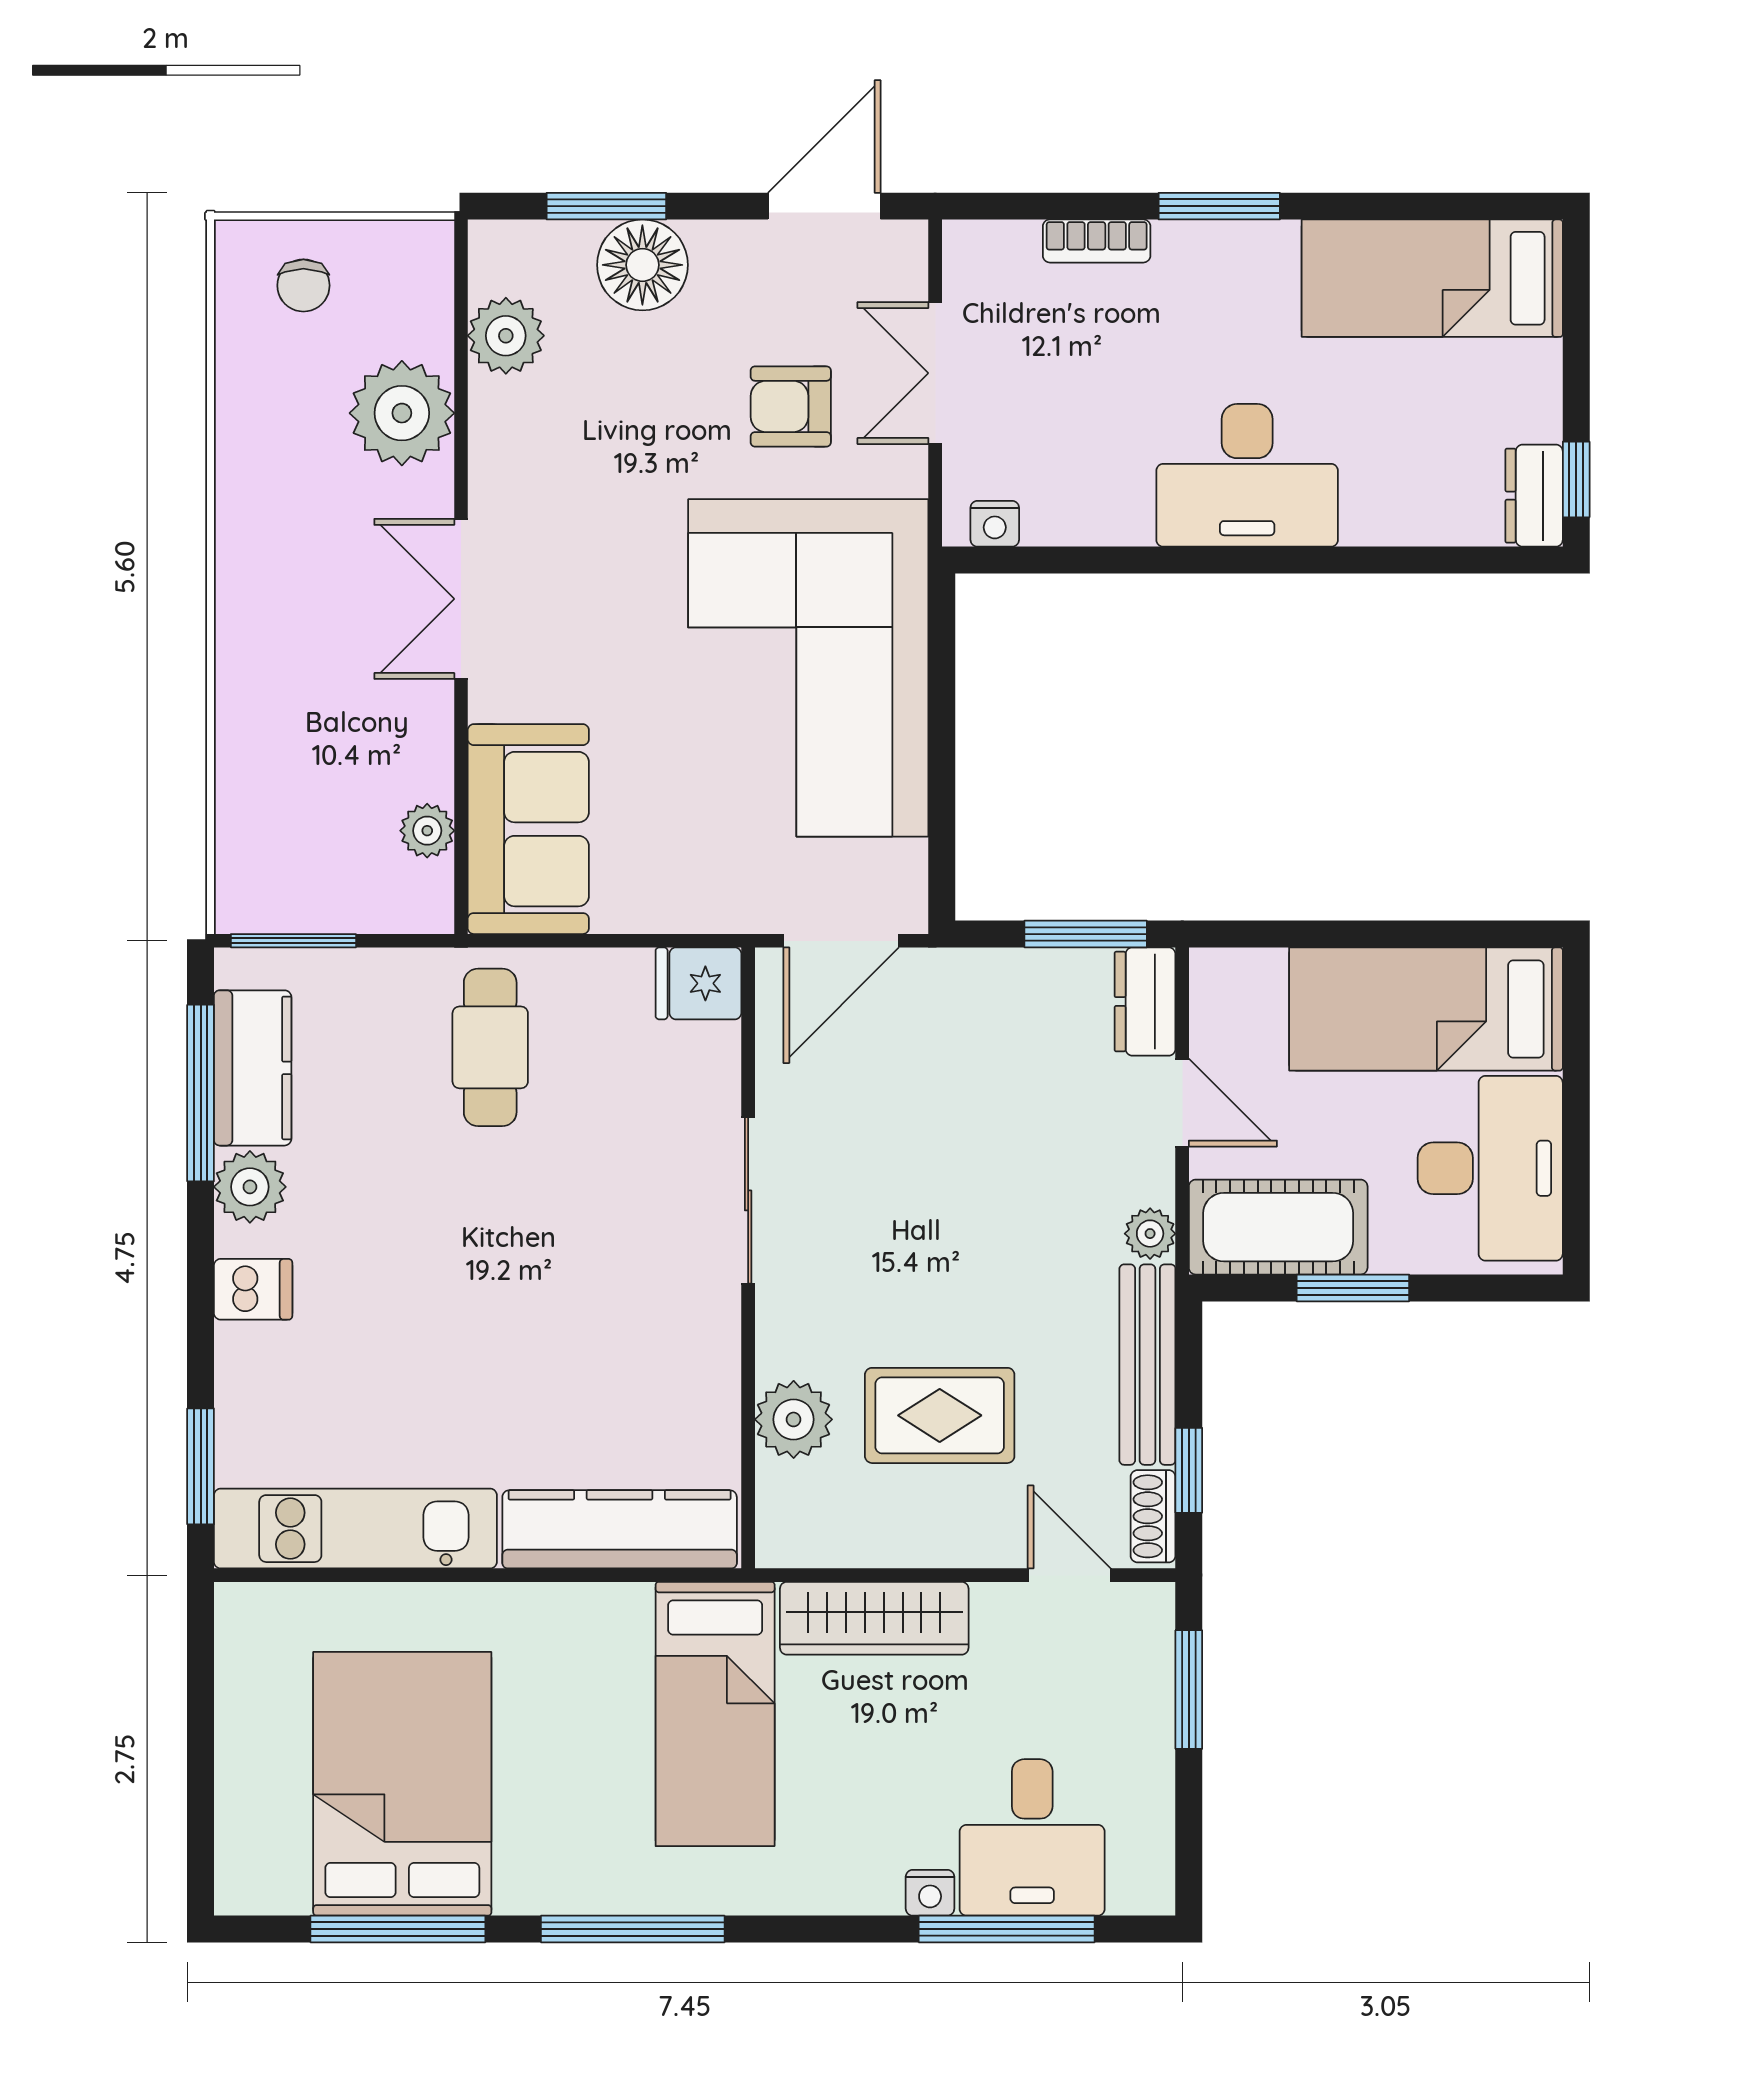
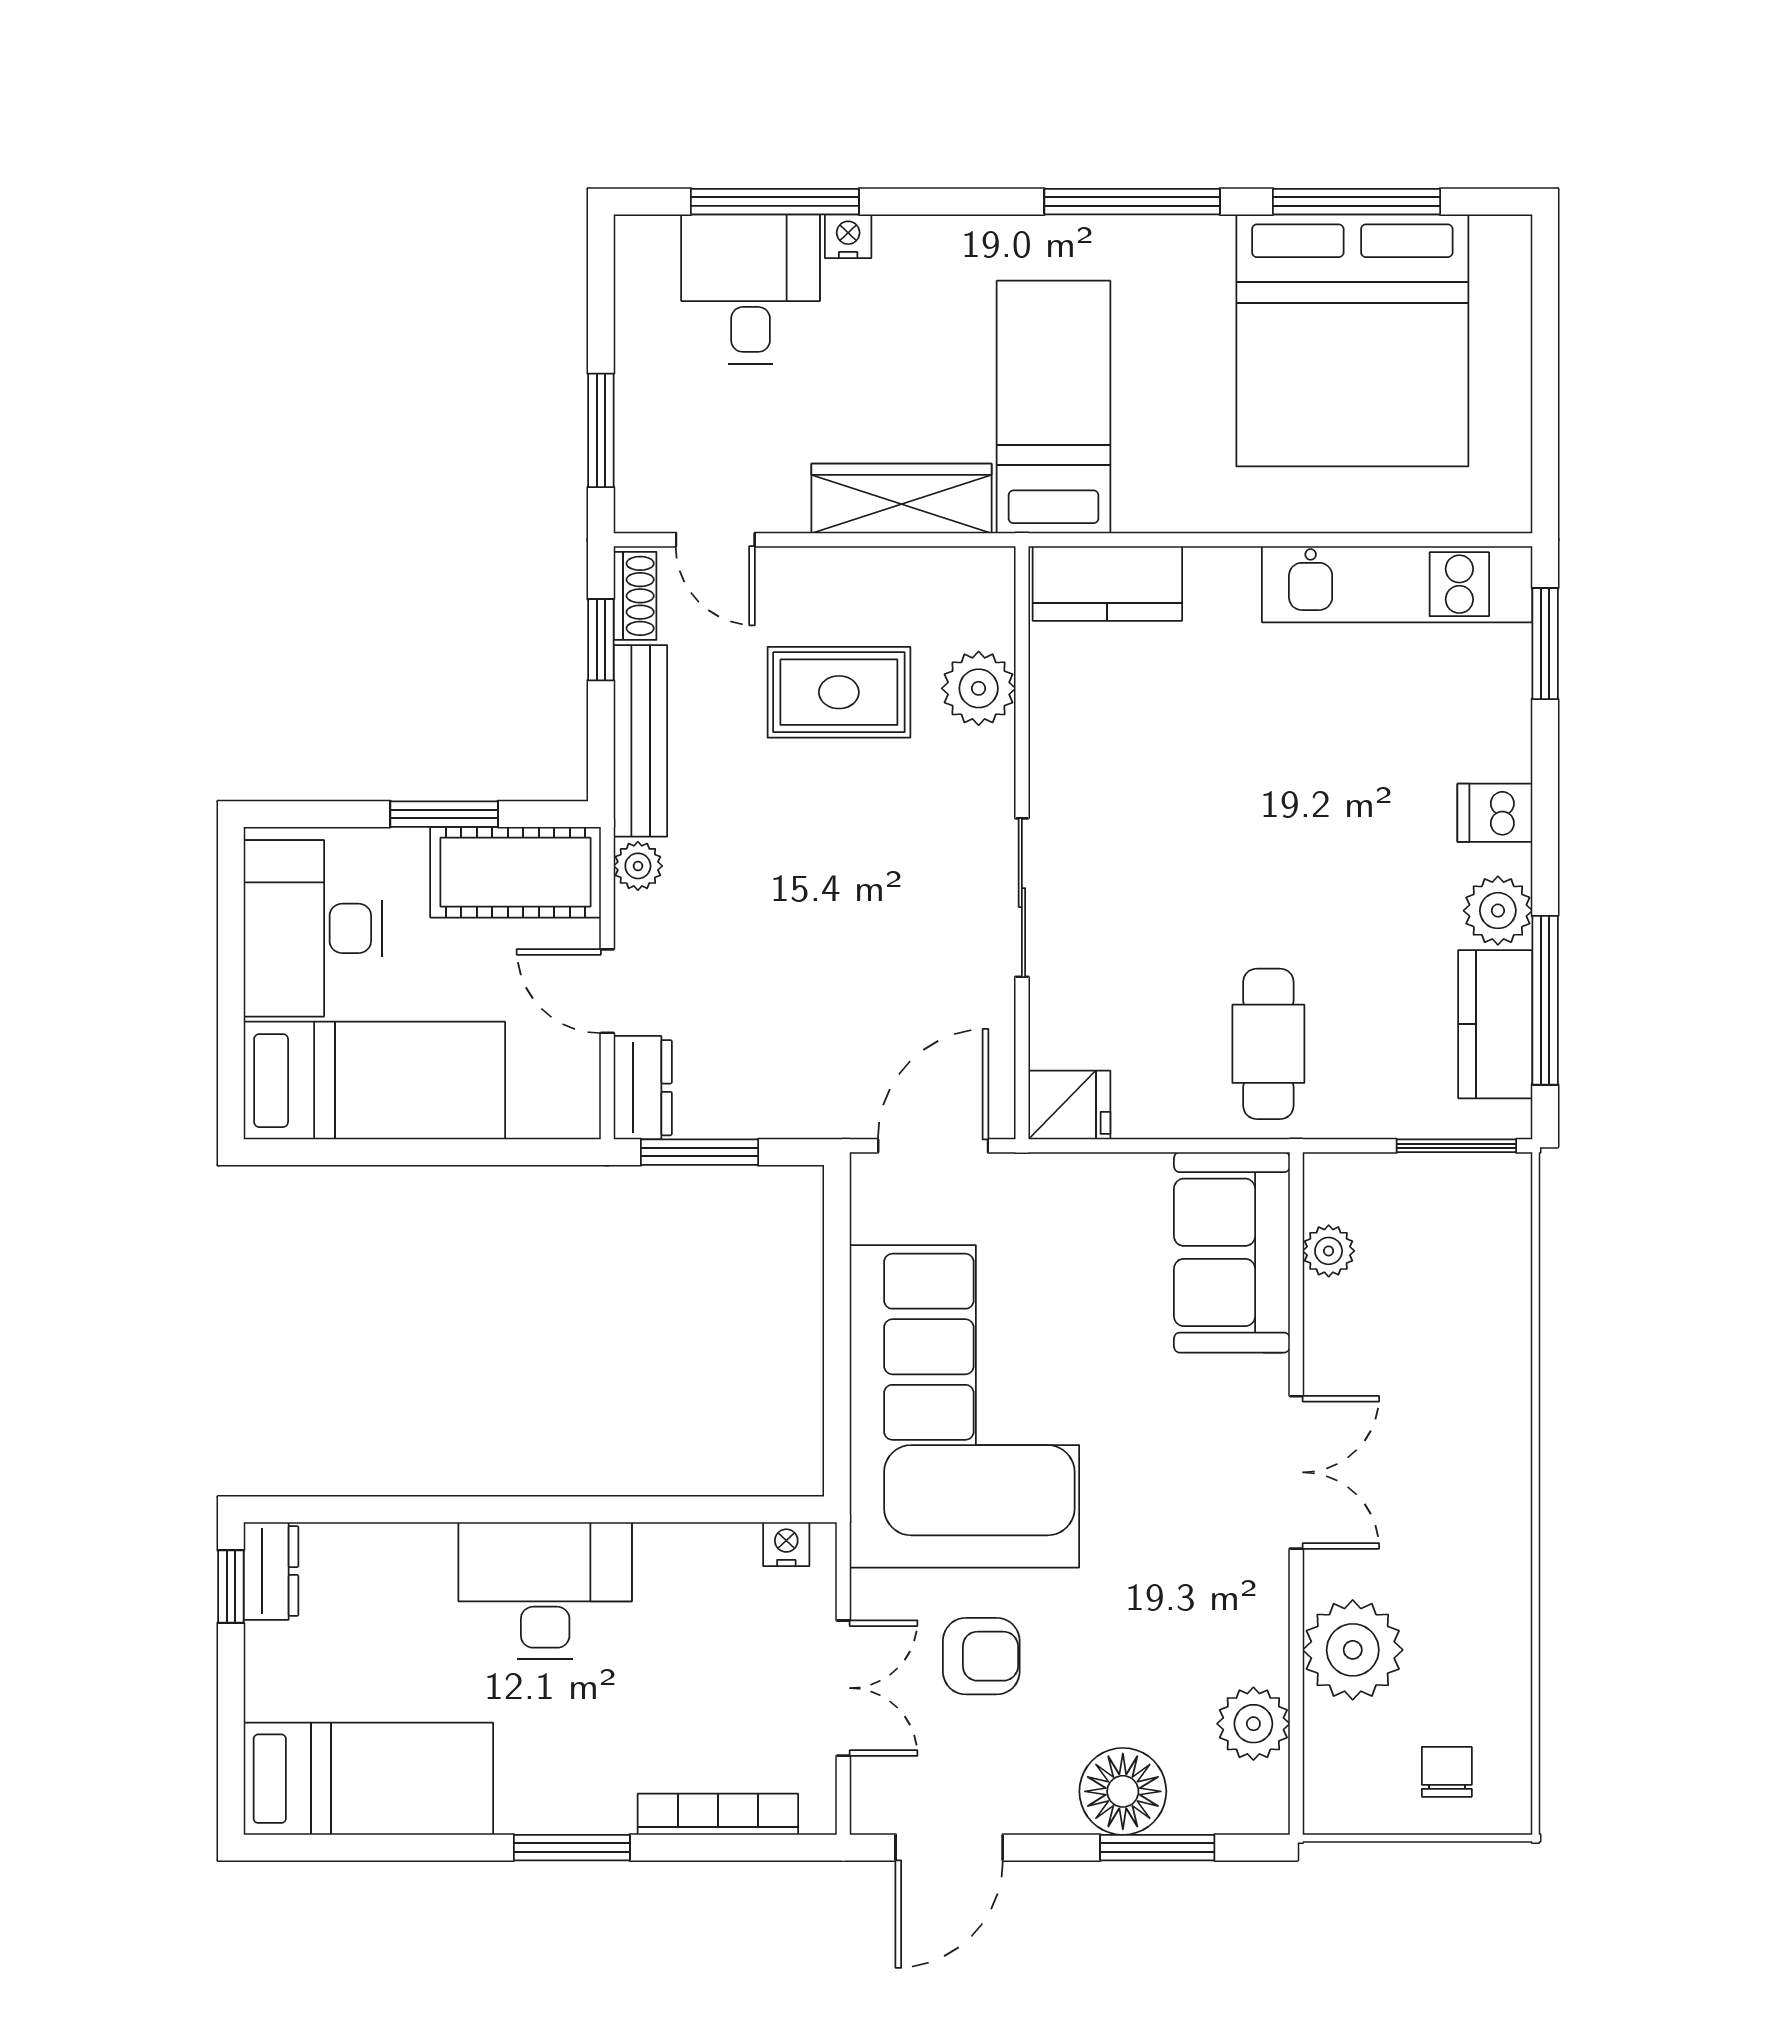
bookcase: (1097, 241) -> (718, 1814), width x1.56
kitchen counter: (620, 1529) -> (1107, 583), width x0.67
bed: (402, 1784) -> (1352, 340), width x1.36

